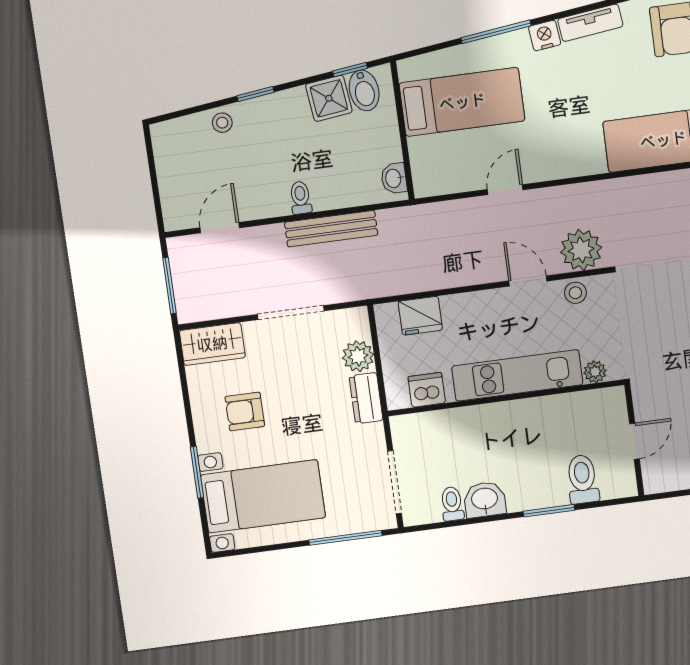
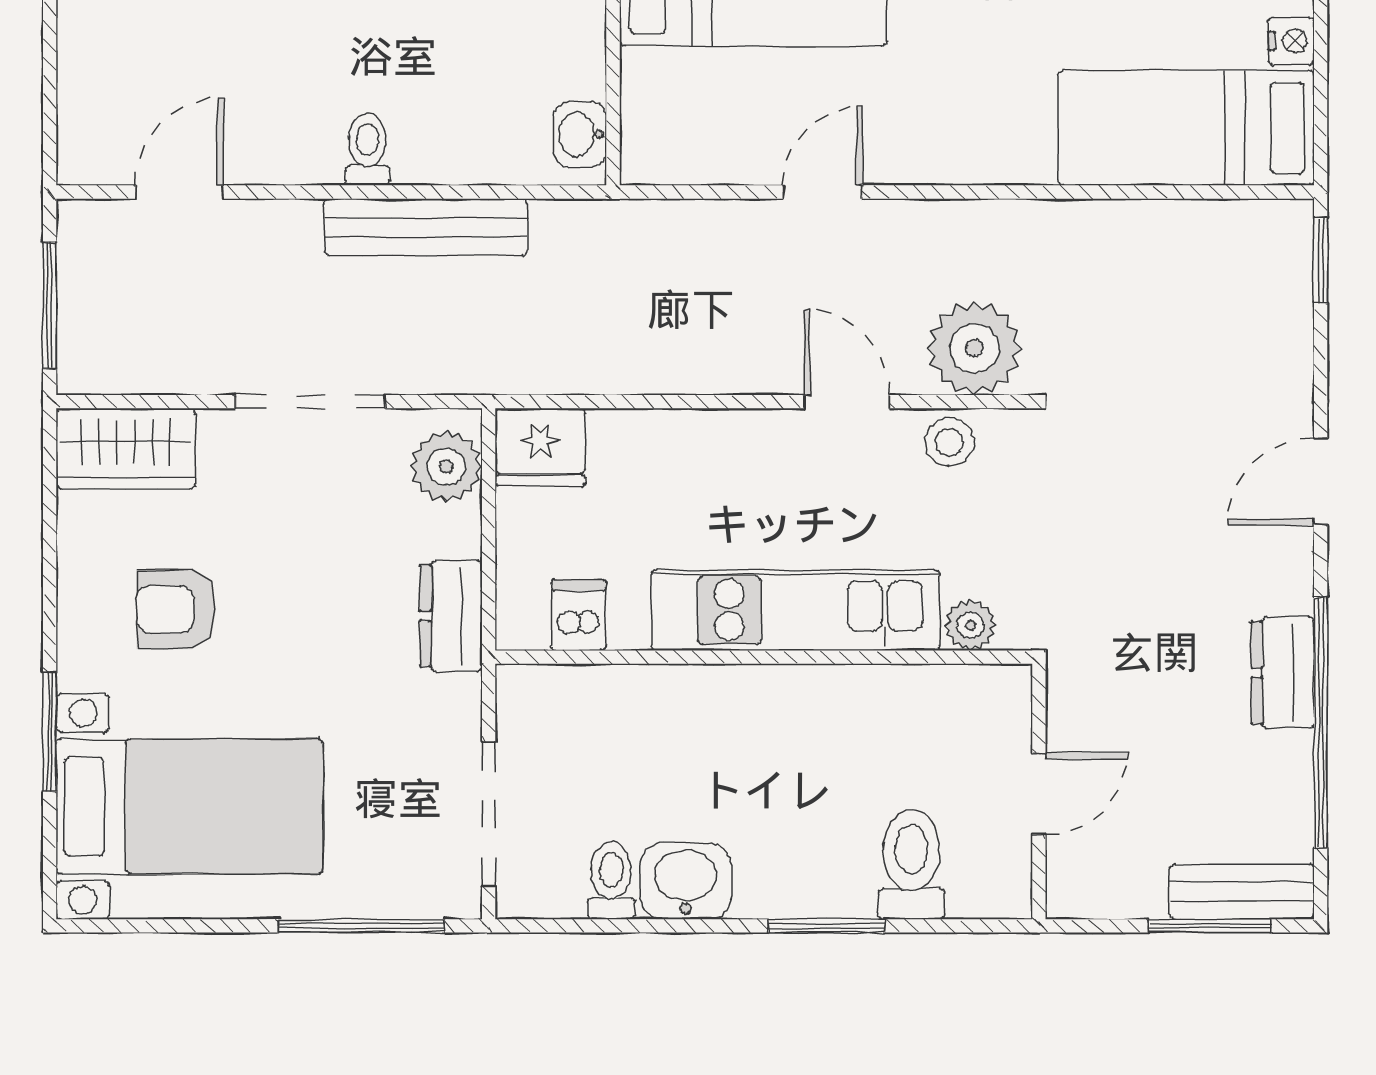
fridge: (420, 316) -> (540, 447), moved
plant: (358, 356) -> (446, 467), moved
dishwasher: (427, 390) -> (579, 615), width x0.73

